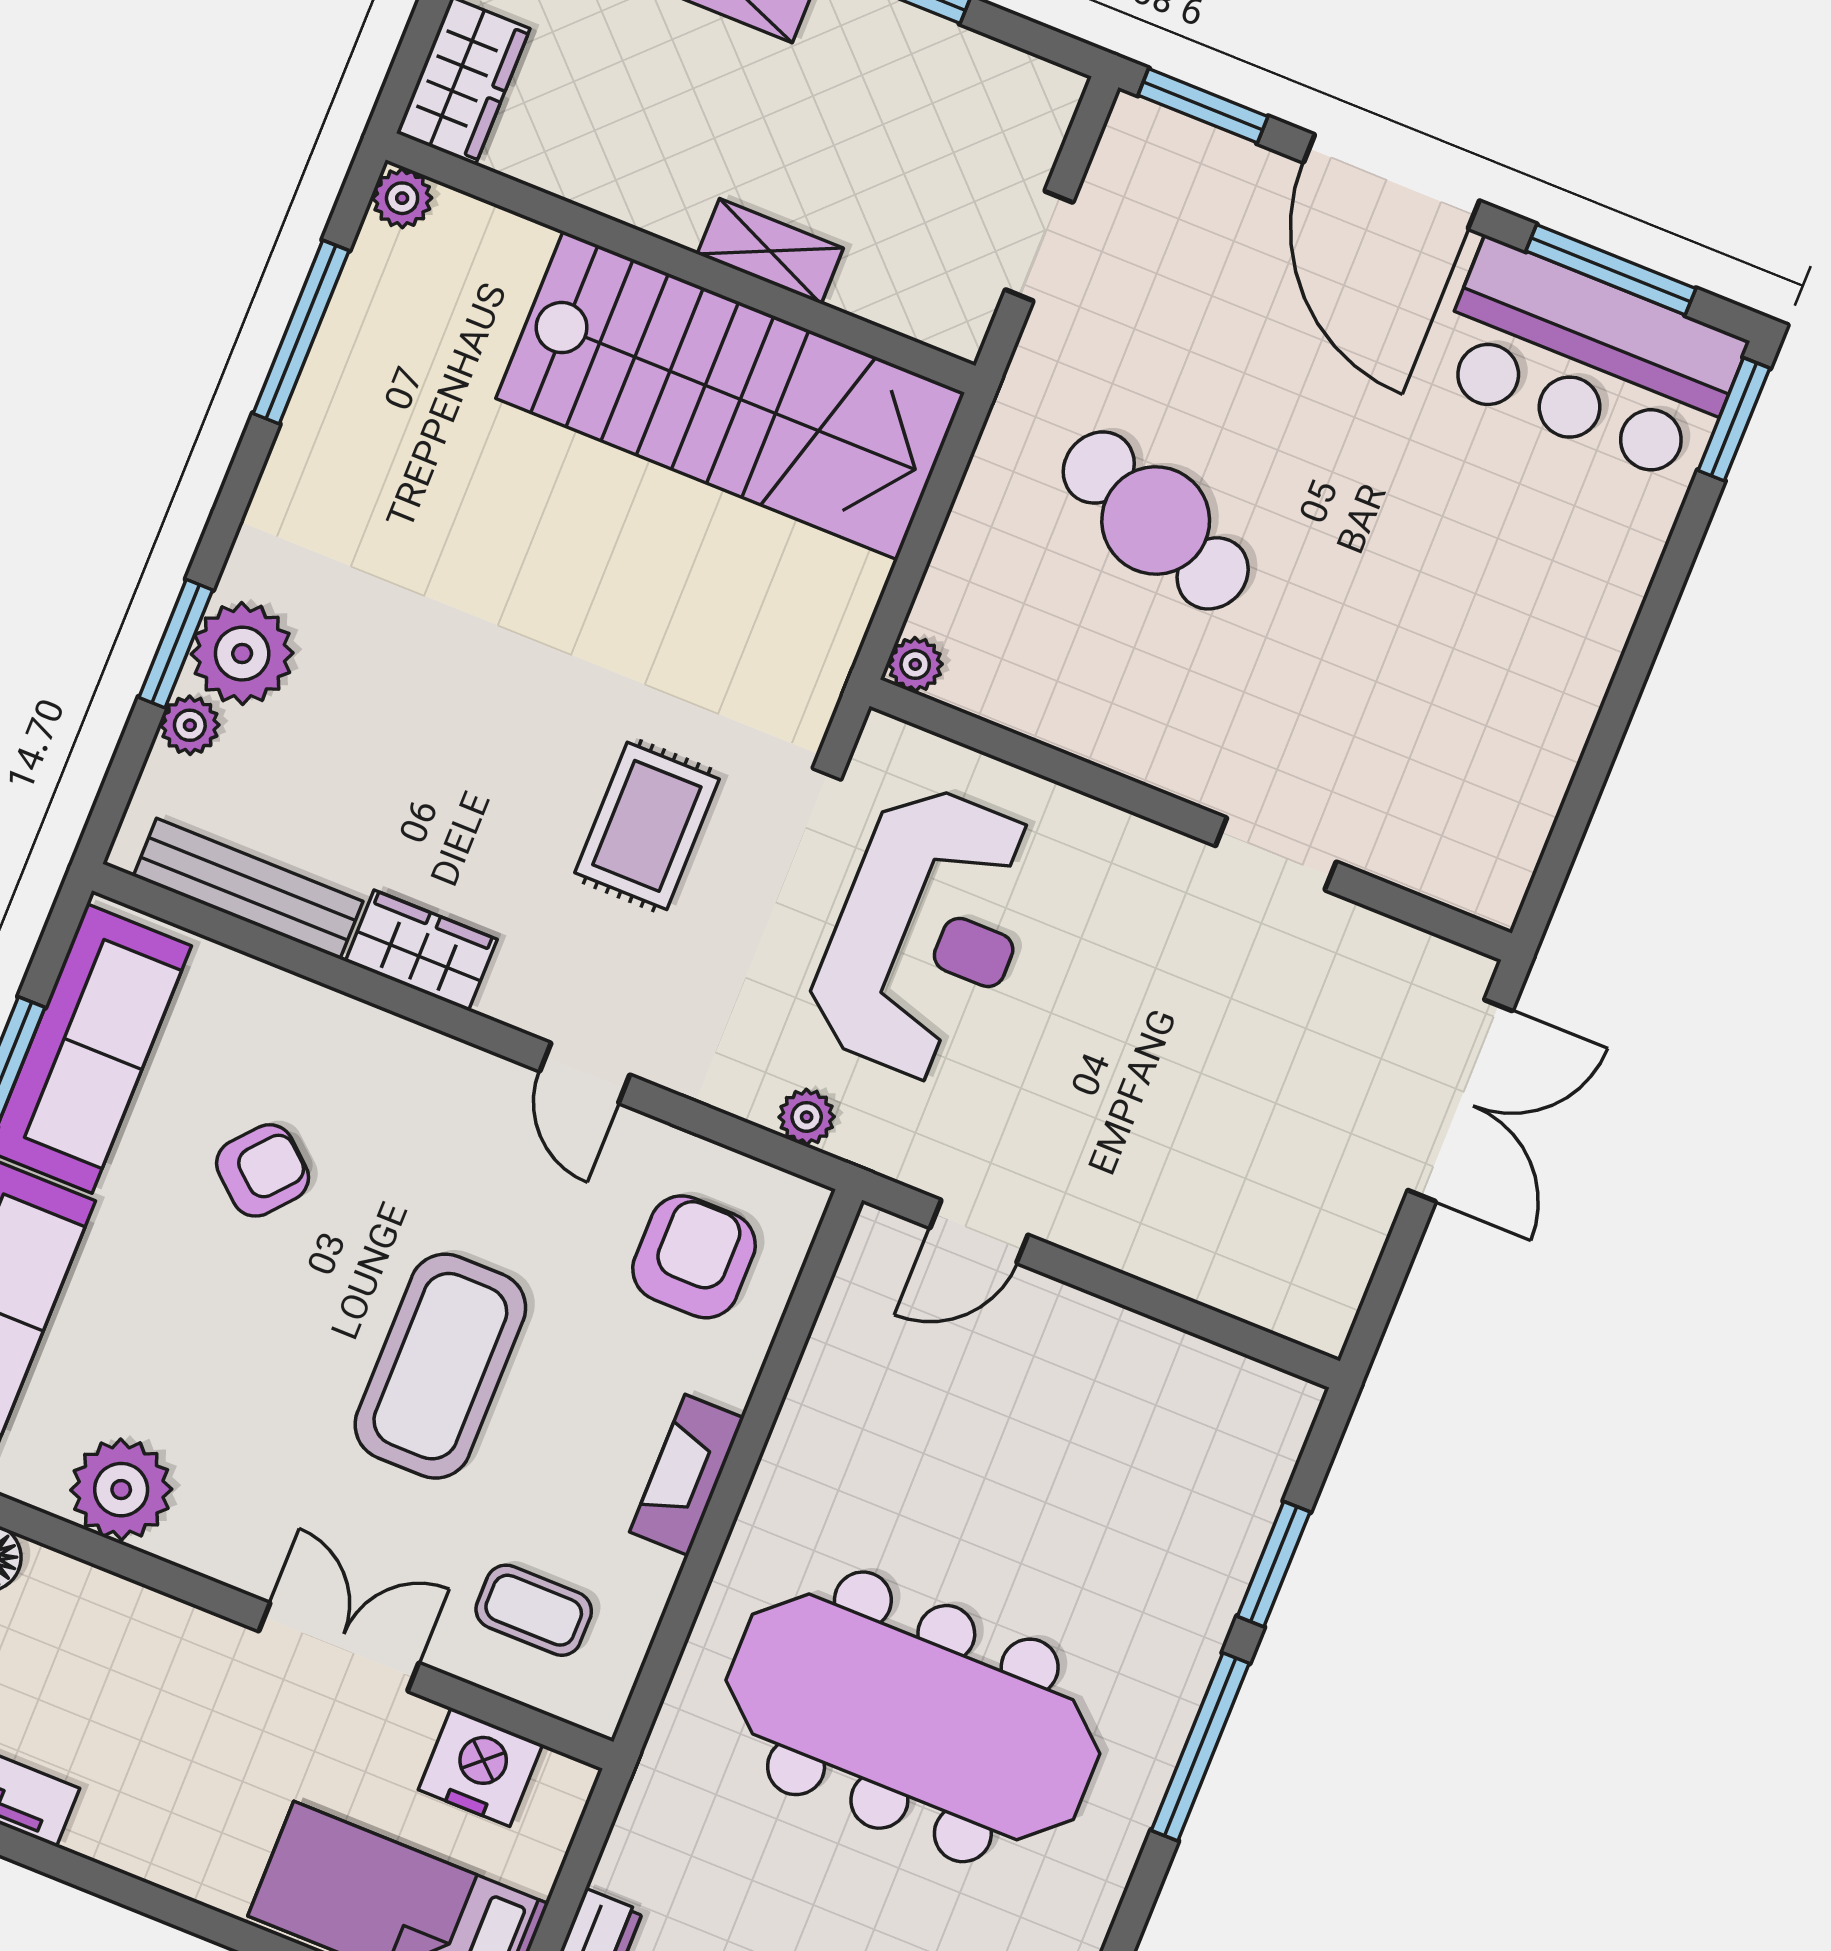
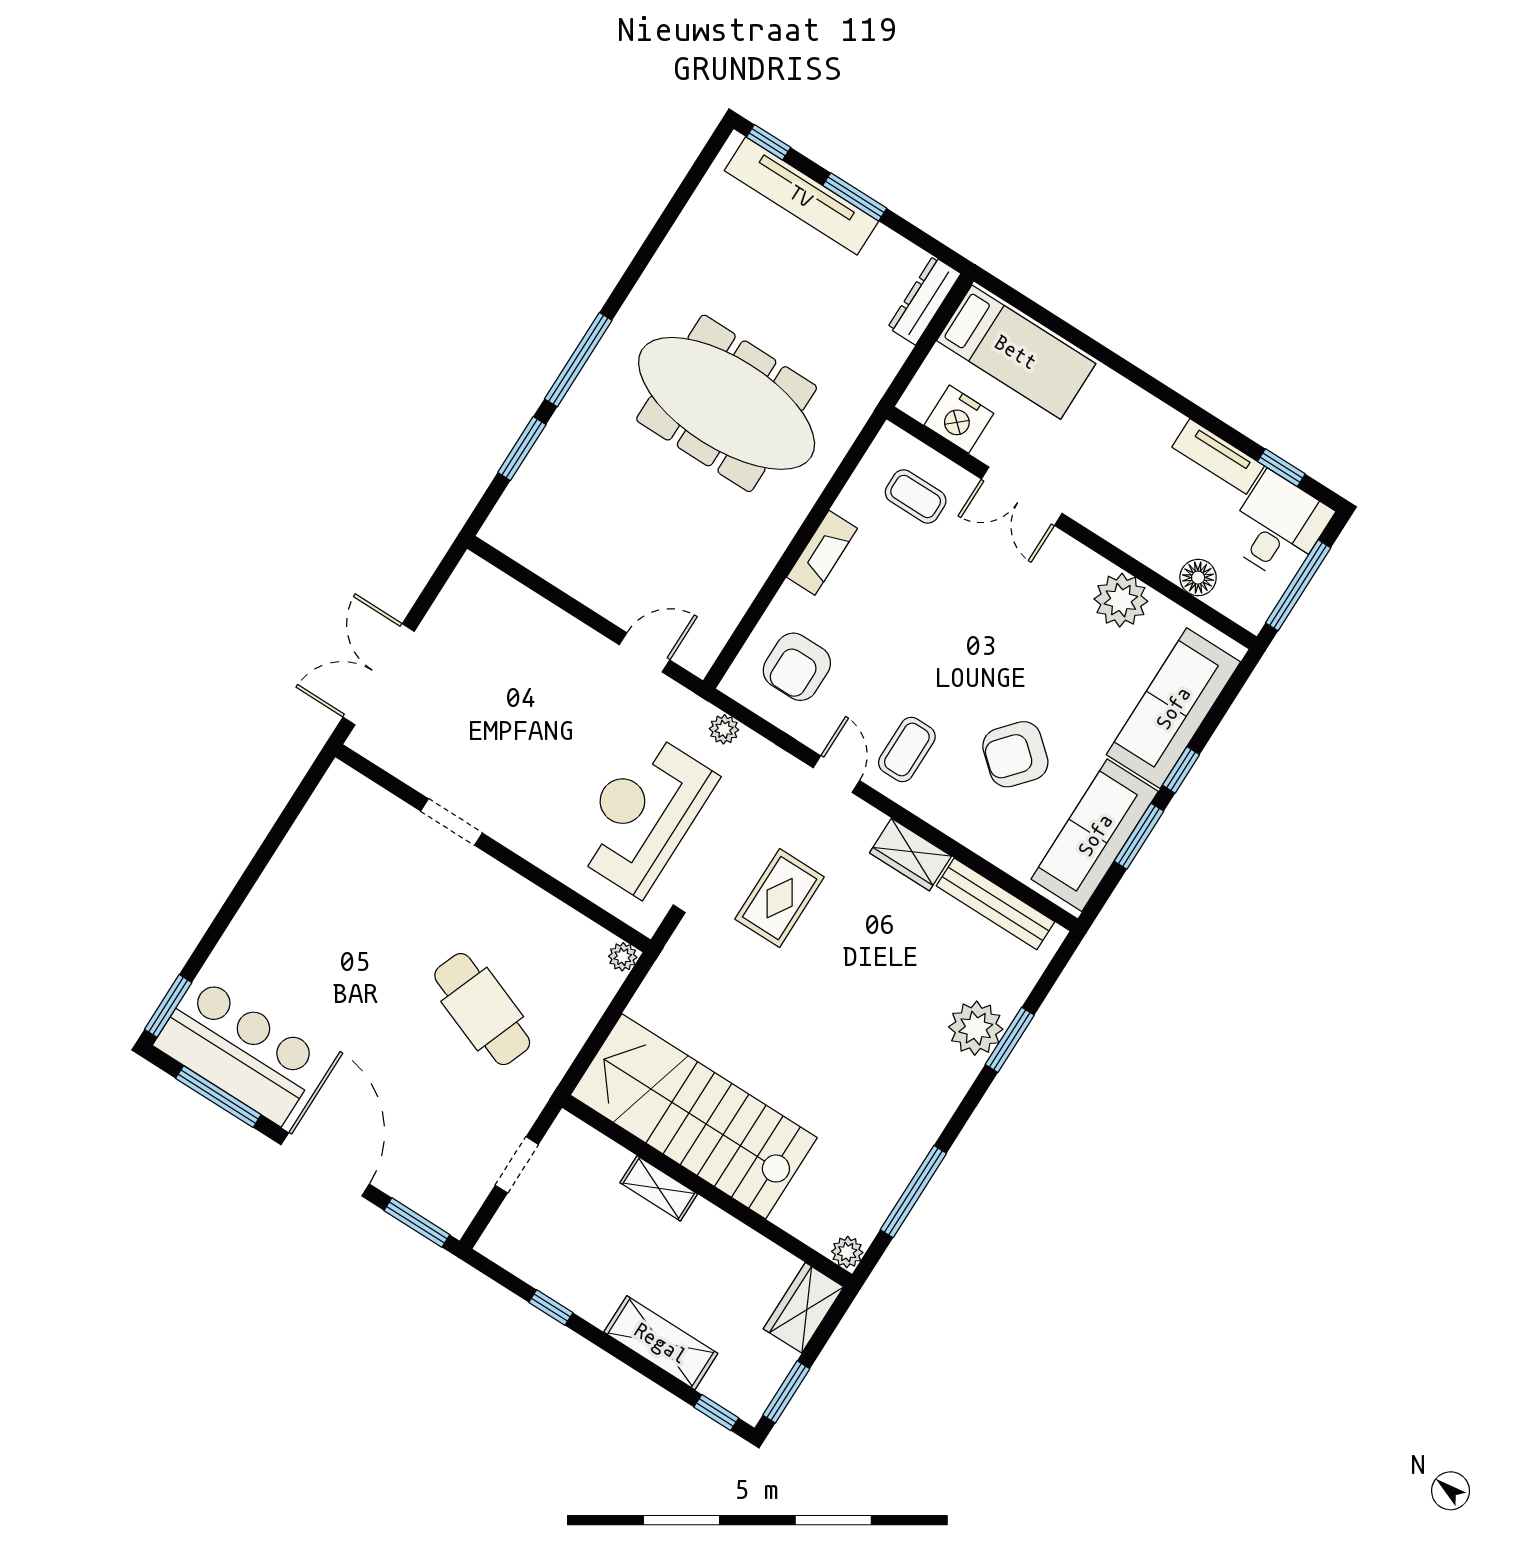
plant: (190, 725) -> (1010, 996), removed
armchair: (263, 1170) -> (1015, 754), width x1.38, depth x1.38
coffee table: (440, 1366) -> (907, 749), moved, width x0.54, depth x0.58

